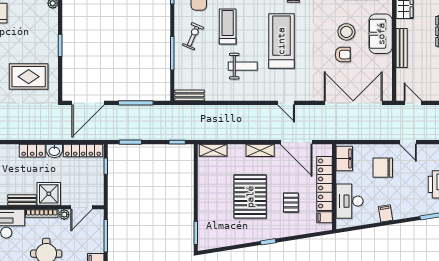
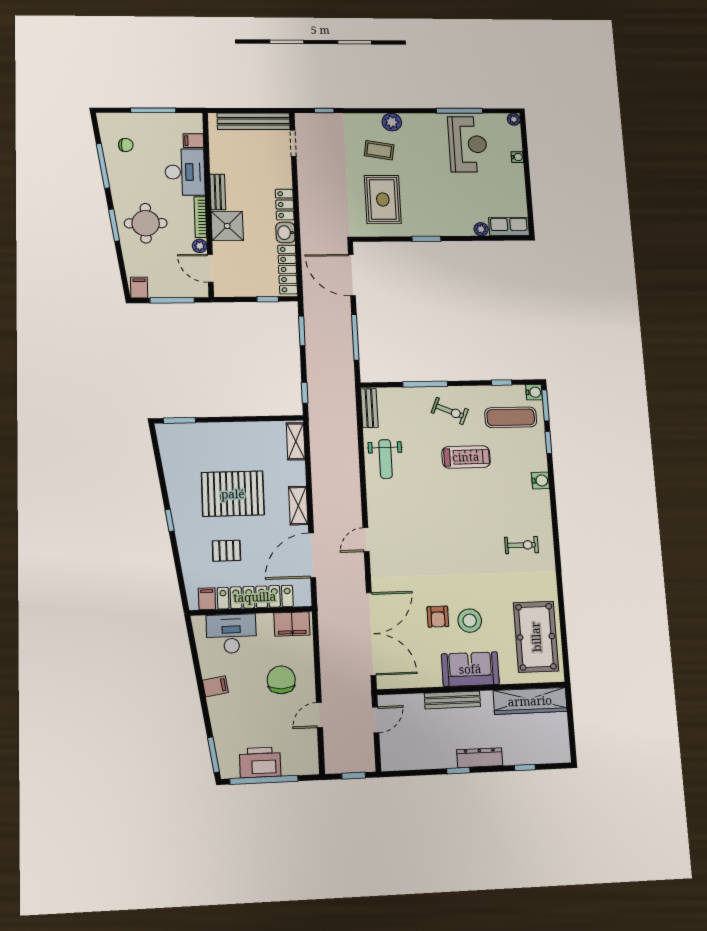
treadmill: (281, 41) -> (451, 531), removed
weight bench: (243, 66) -> (385, 459), moved

